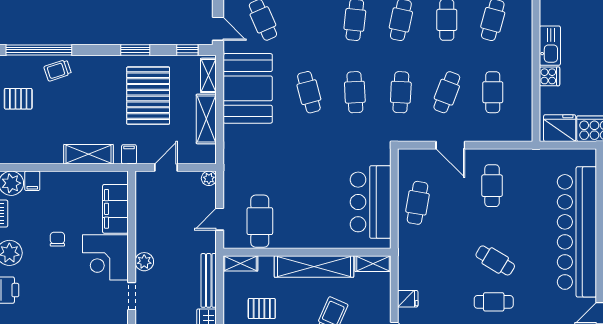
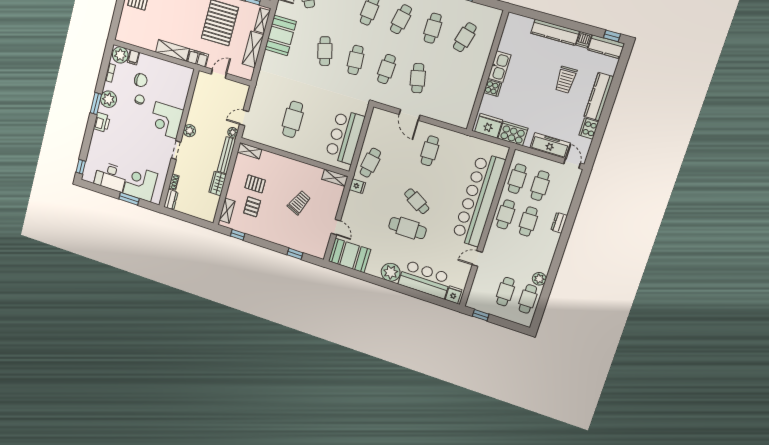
booth: (248, 88) -> (281, 35), width x0.73, depth x0.70
cafe table: (447, 92) -> (418, 78), turned -33
cafe table: (493, 92) -> (450, 87), removed
filing cabinet: (129, 154) -> (198, 58), width x2.00
plant: (209, 178) -> (233, 132), moved
cafe table: (417, 203) -> (370, 163), moved
filing cabinet: (115, 209) -> (180, 91), removed
chair: (52, 211) -> (141, 80), added
cafe table: (260, 221) -> (293, 119), moved
shelving: (314, 266) -> (296, 168), removed
fridge: (408, 299) -> (357, 186), moved
cafe table: (494, 302) -> (407, 228), width x1.37, depth x1.35

